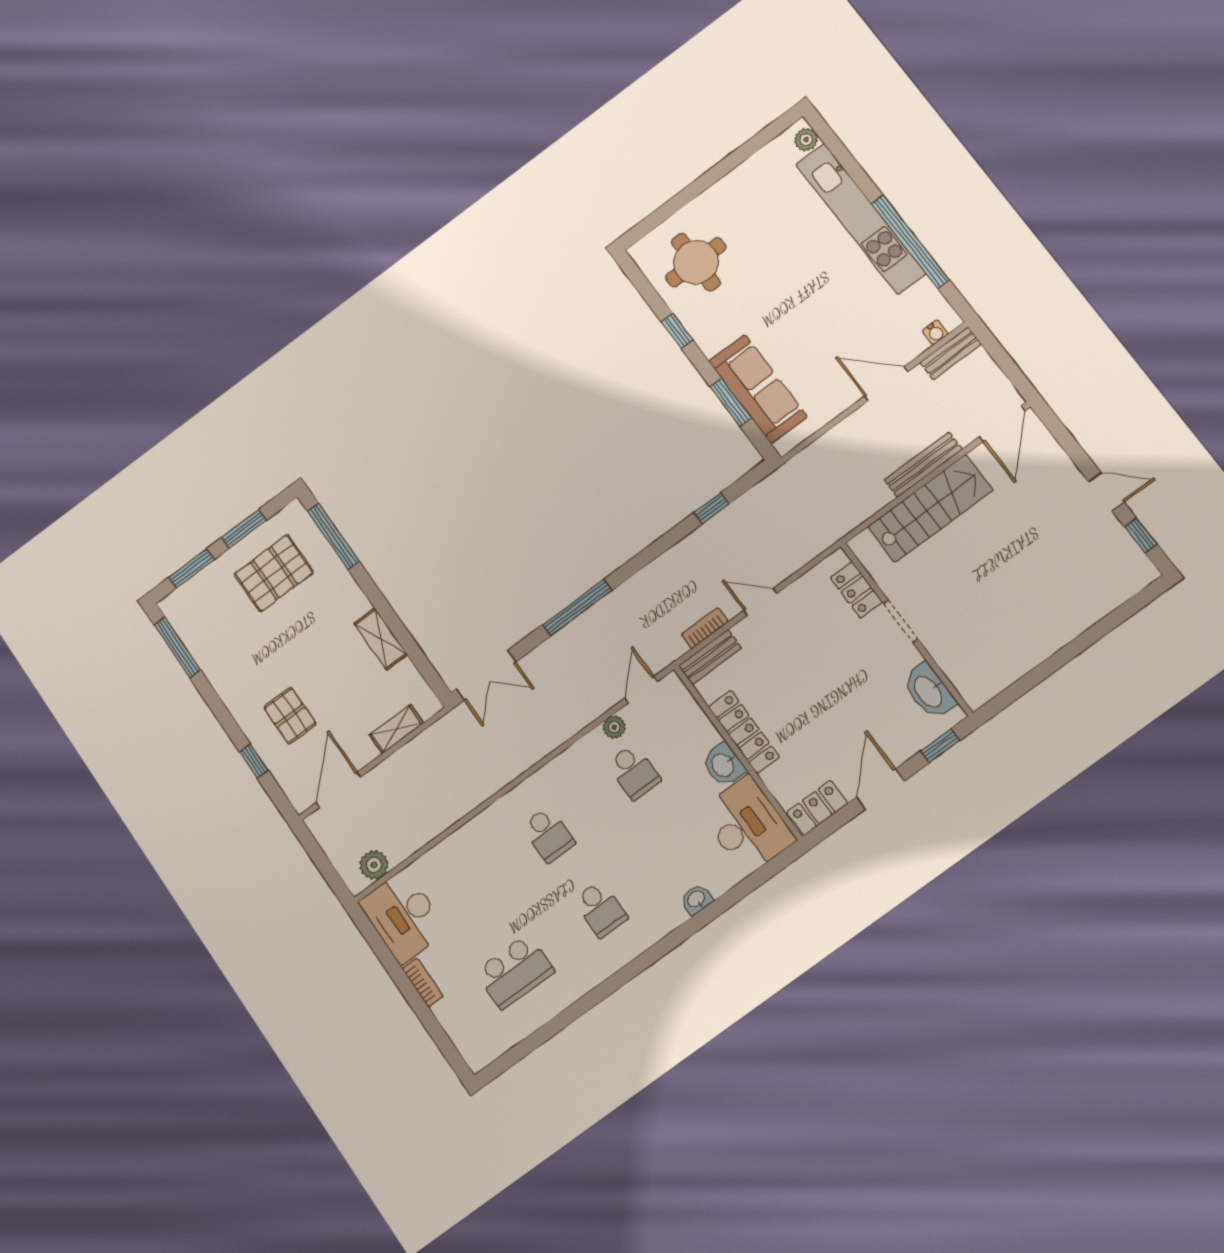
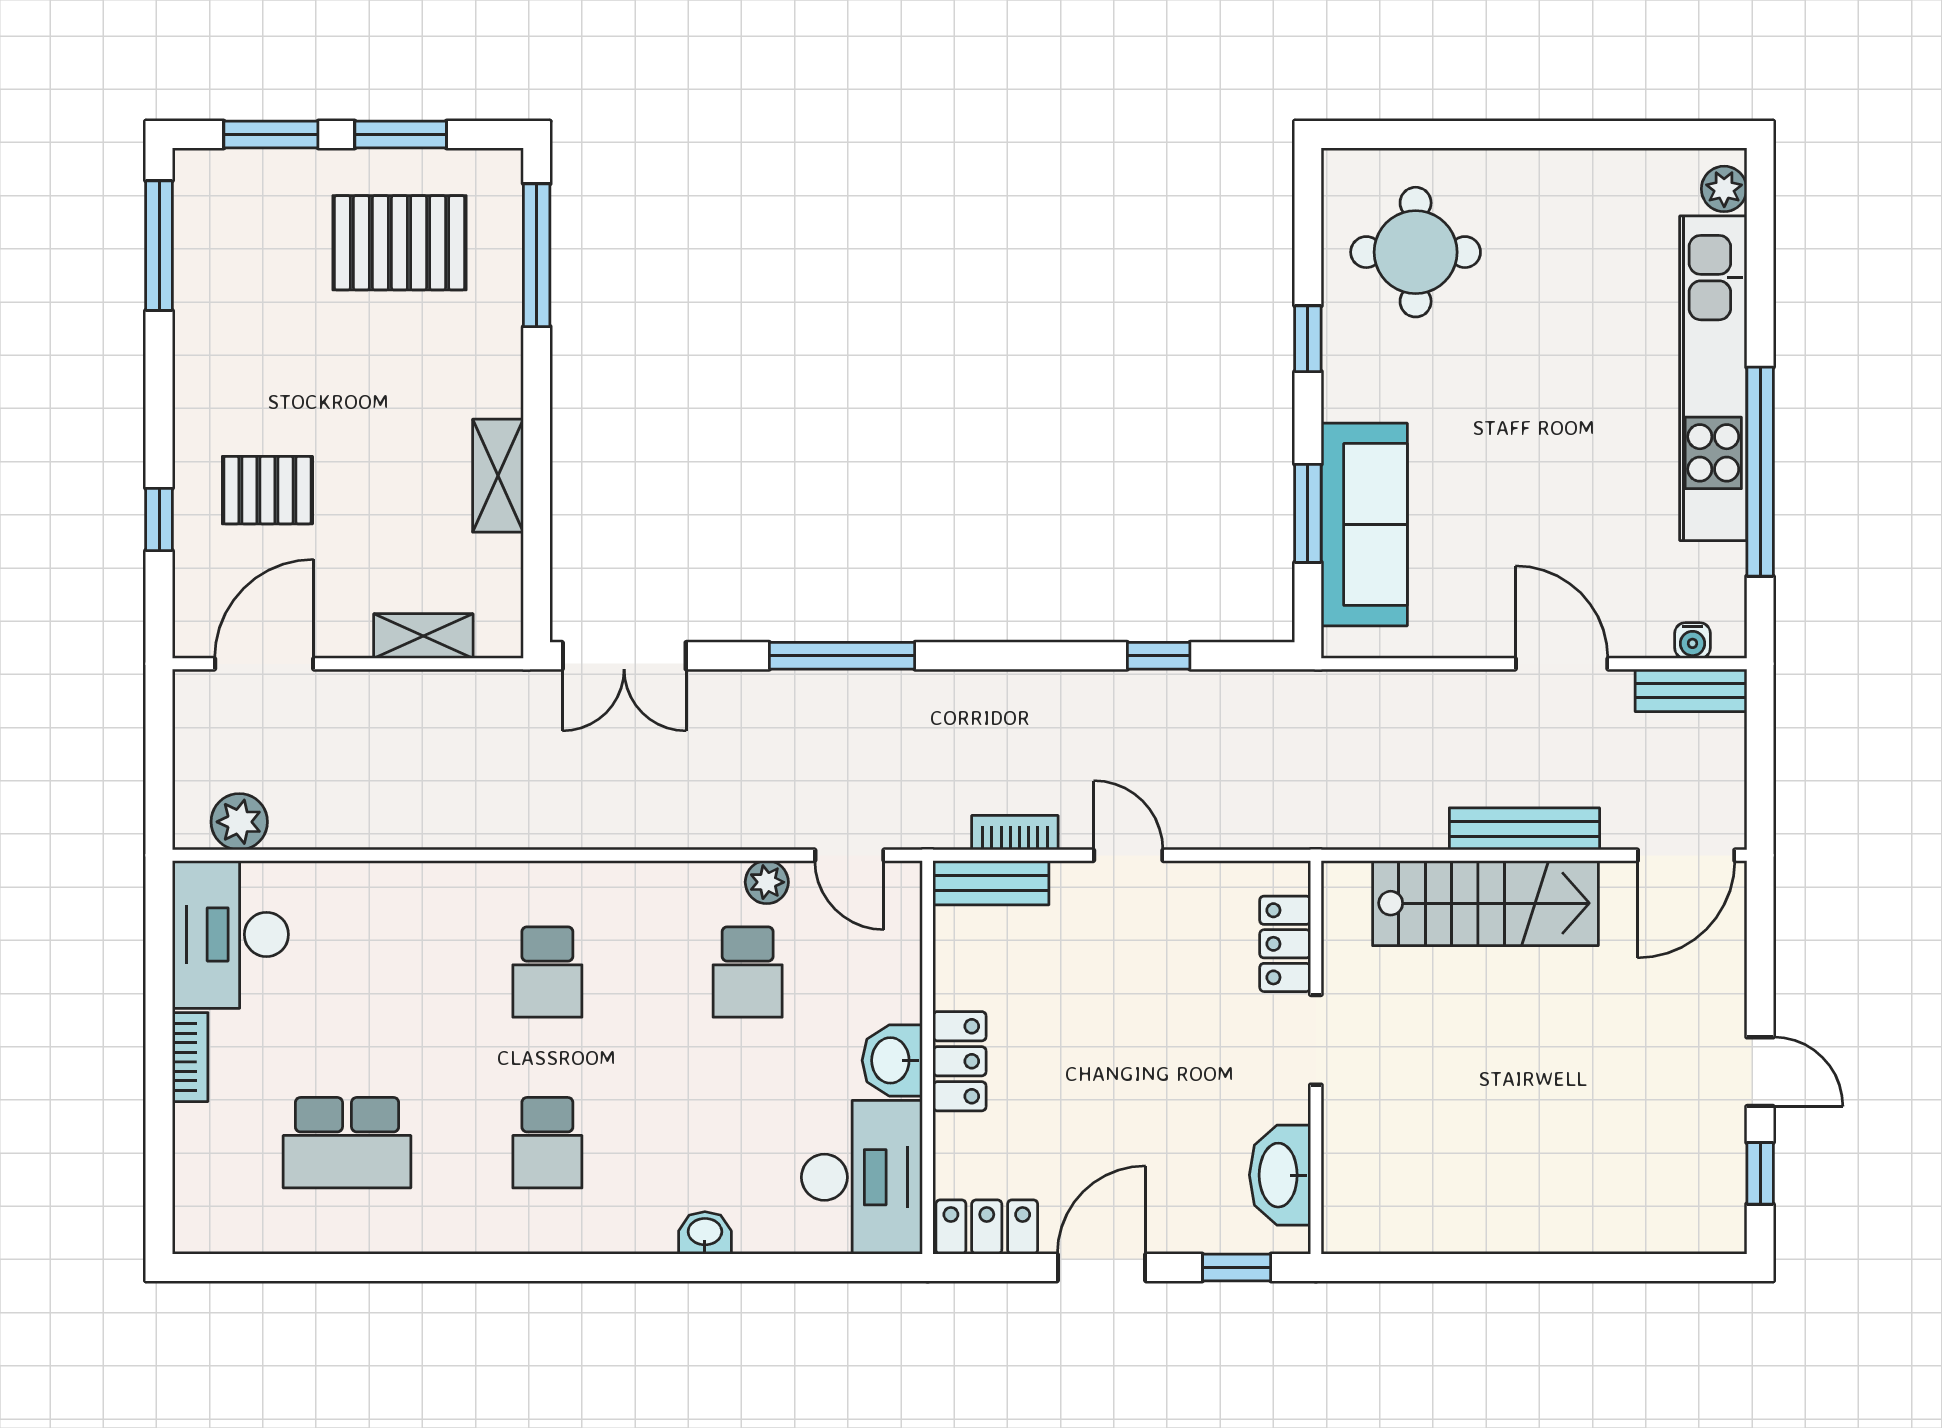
door: (641, 690) -> (849, 855), swing flipped
pallet: (290, 716) -> (267, 490), turned 90
locker: (744, 732) -> (959, 1061), width x0.66

